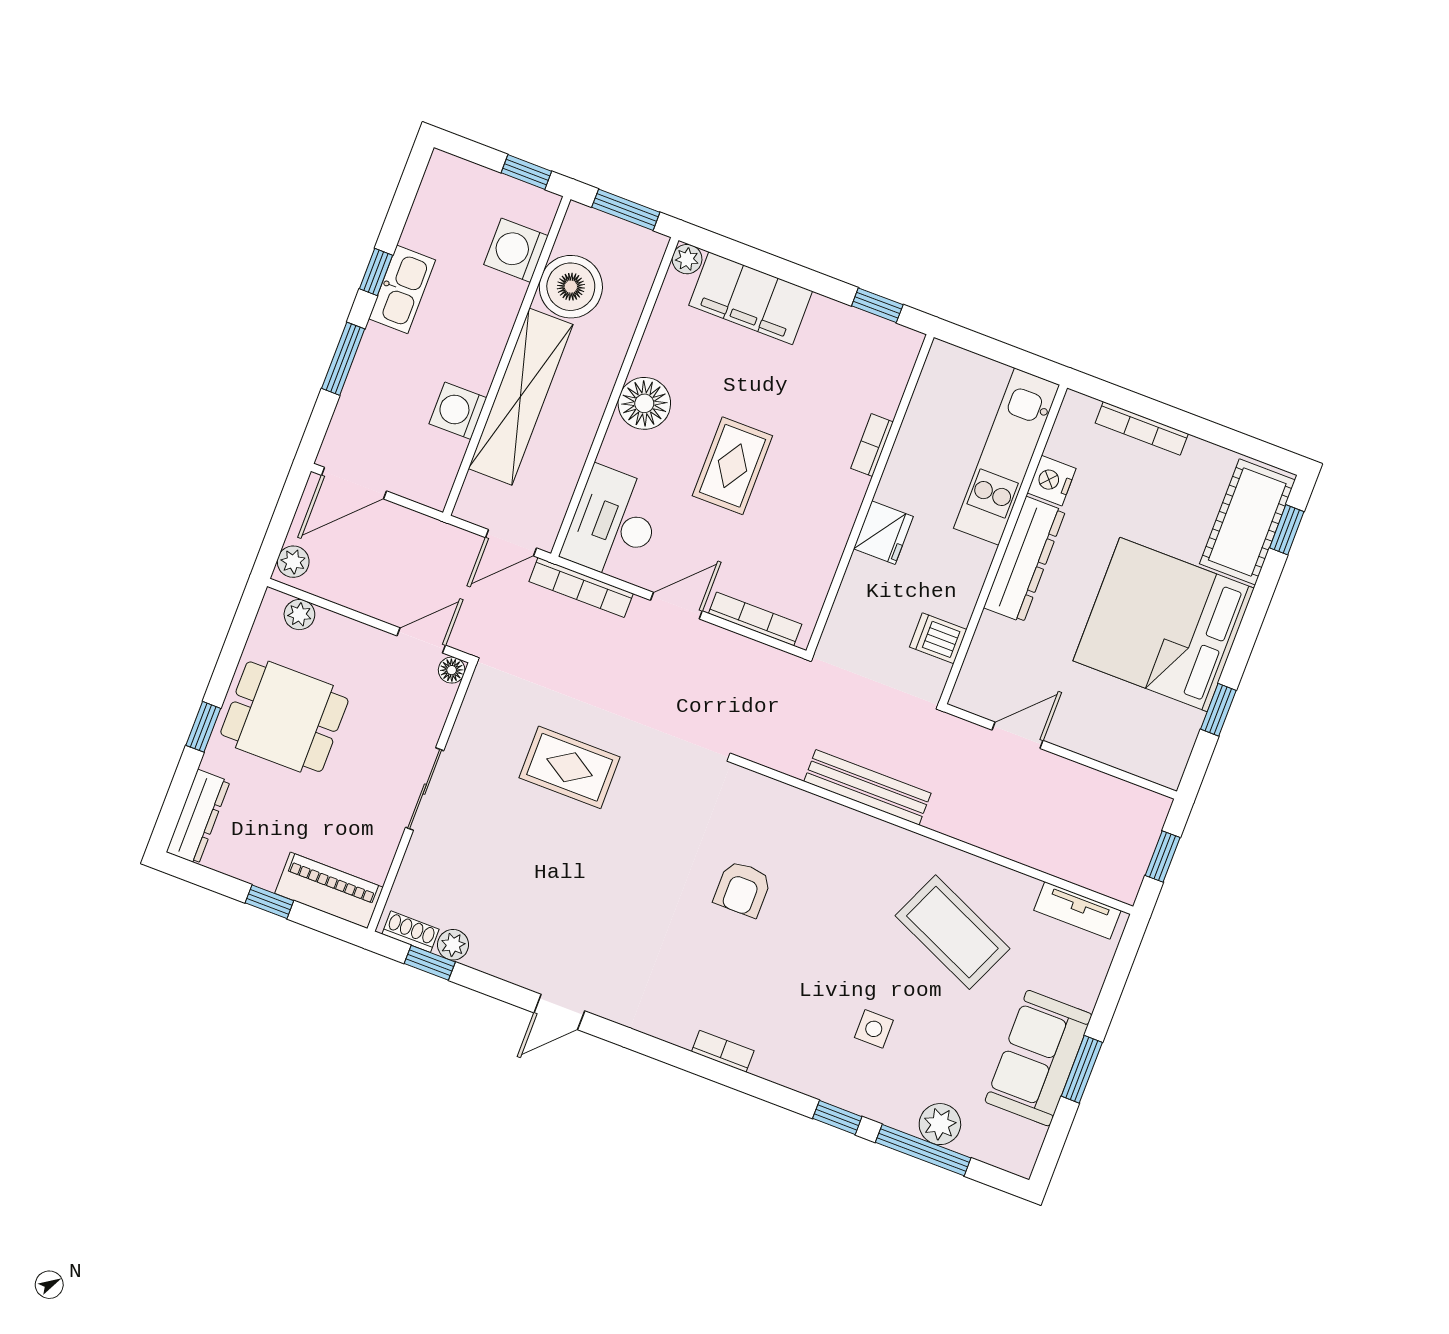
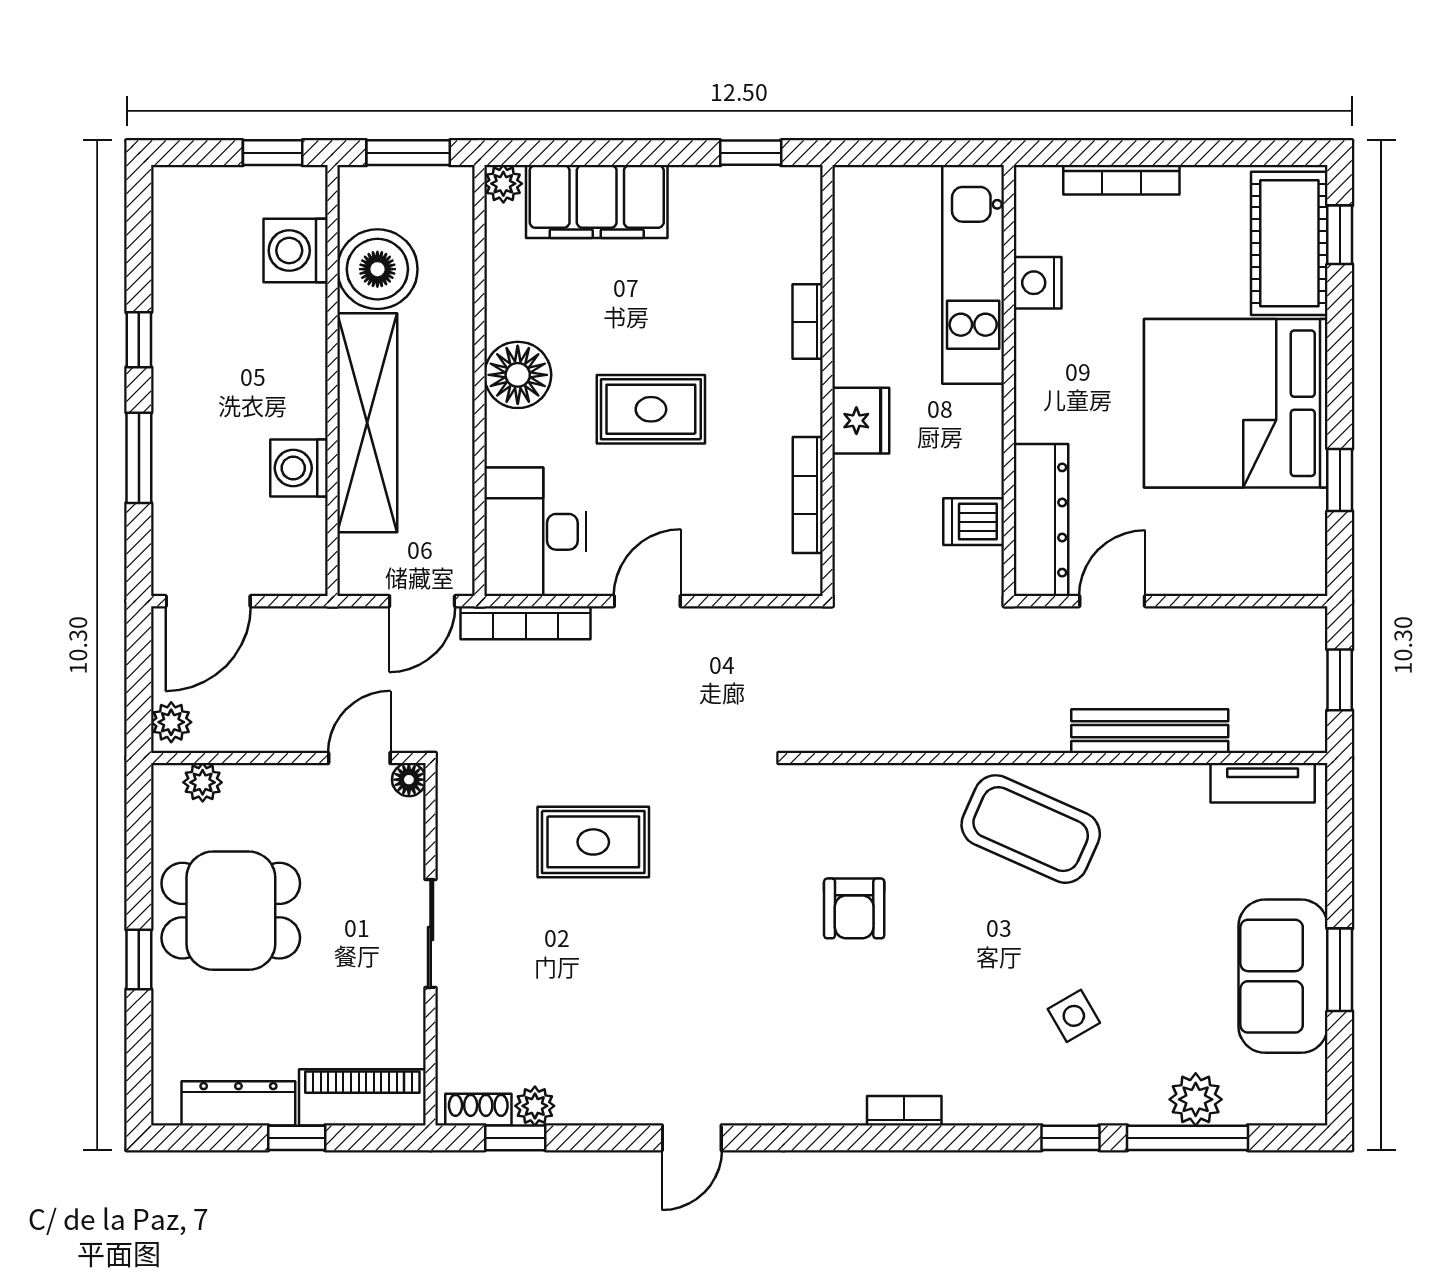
kitchen sink: (402, 289) -> (178, 349), removed
rug: (732, 466) -> (651, 409), turned 90
dresser: (1025, 559) -> (1041, 520), moved
bookcase: (755, 619) -> (808, 495), moved, turned -90
bench: (867, 787) -> (1150, 731), moved
dresser: (198, 817) -> (238, 1103), moved, turned -90
coffee table: (952, 932) -> (1031, 829), moved
side table: (874, 1029) -> (1074, 1016), turned -30

